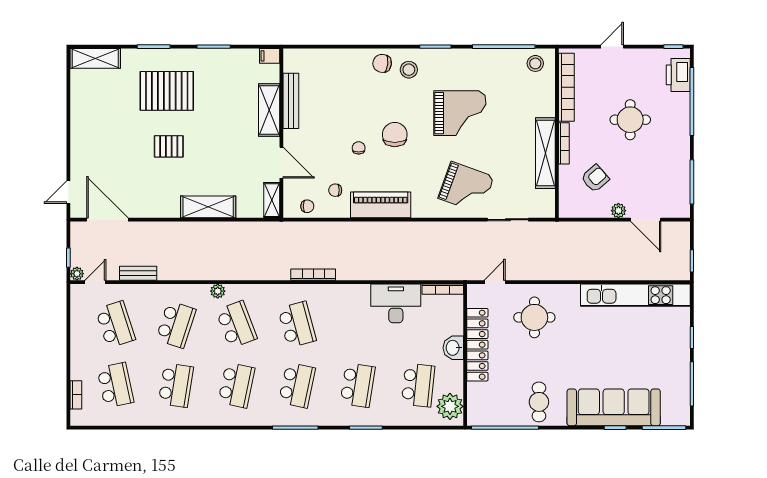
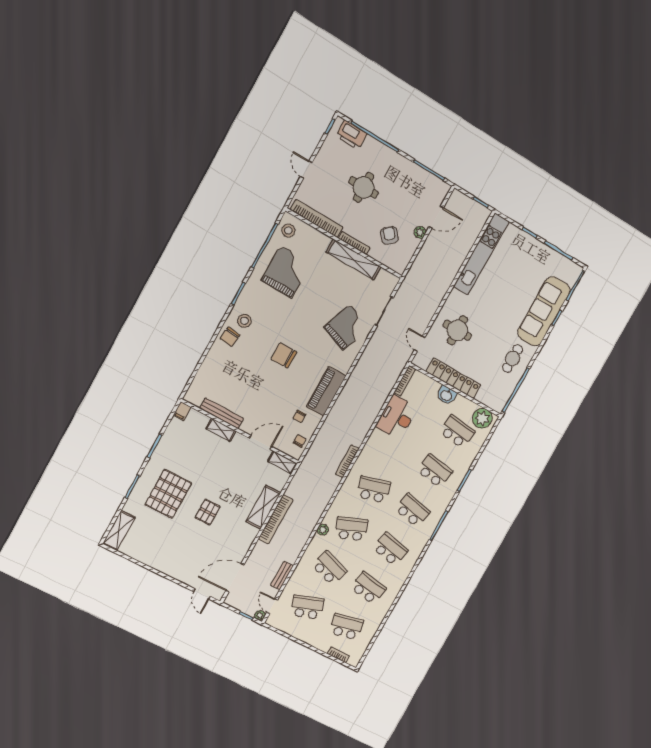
shelving: (269, 110) -> (221, 430), width x0.67, depth x0.75
grand piano: (460, 113) -> (286, 272), moved
chair: (359, 148) -> (279, 385), removed
bookcase: (201, 229) -> (276, 519), added
cafe table: (539, 402) -> (512, 359), turned 90

